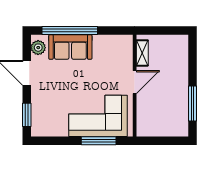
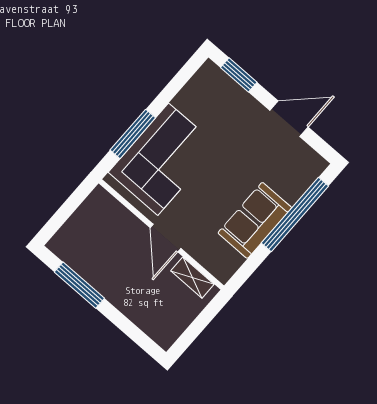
sofa: (70, 47) -> (255, 220), moved
plant: (38, 48) -> (307, 159), removed

